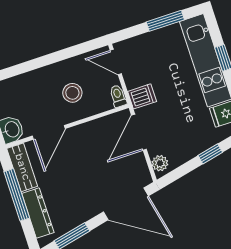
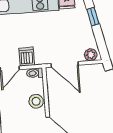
stool: (72, 93) -> (36, 101), moved
dishwasher: (142, 96) -> (27, 57), moved

